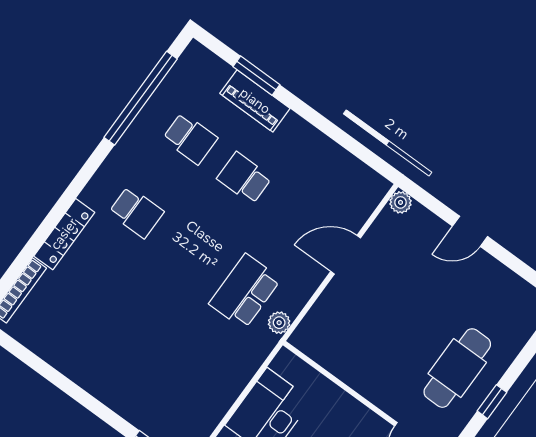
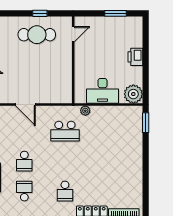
school desk: (136, 212) -> (65, 191), turned 180
plant: (279, 323) -> (85, 111), moved

